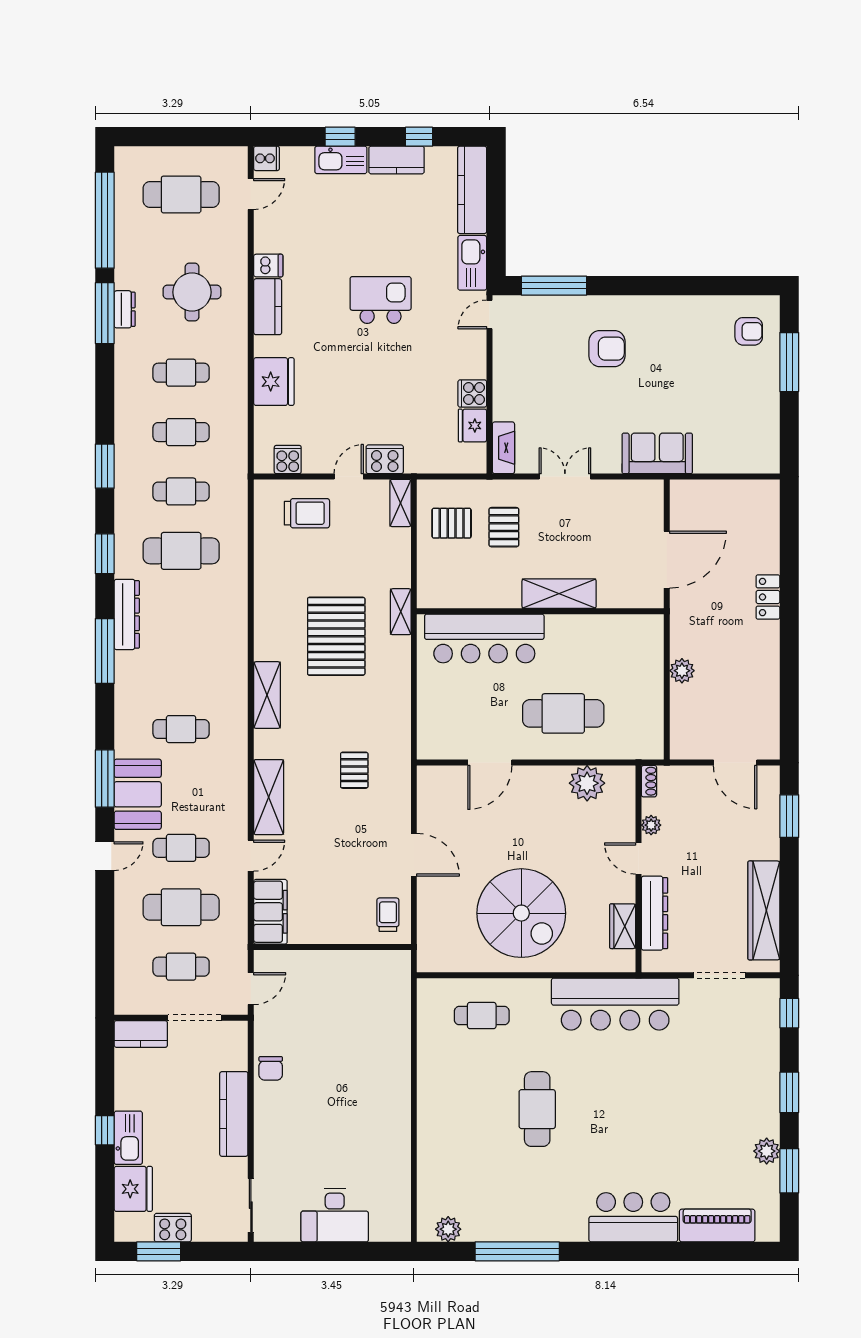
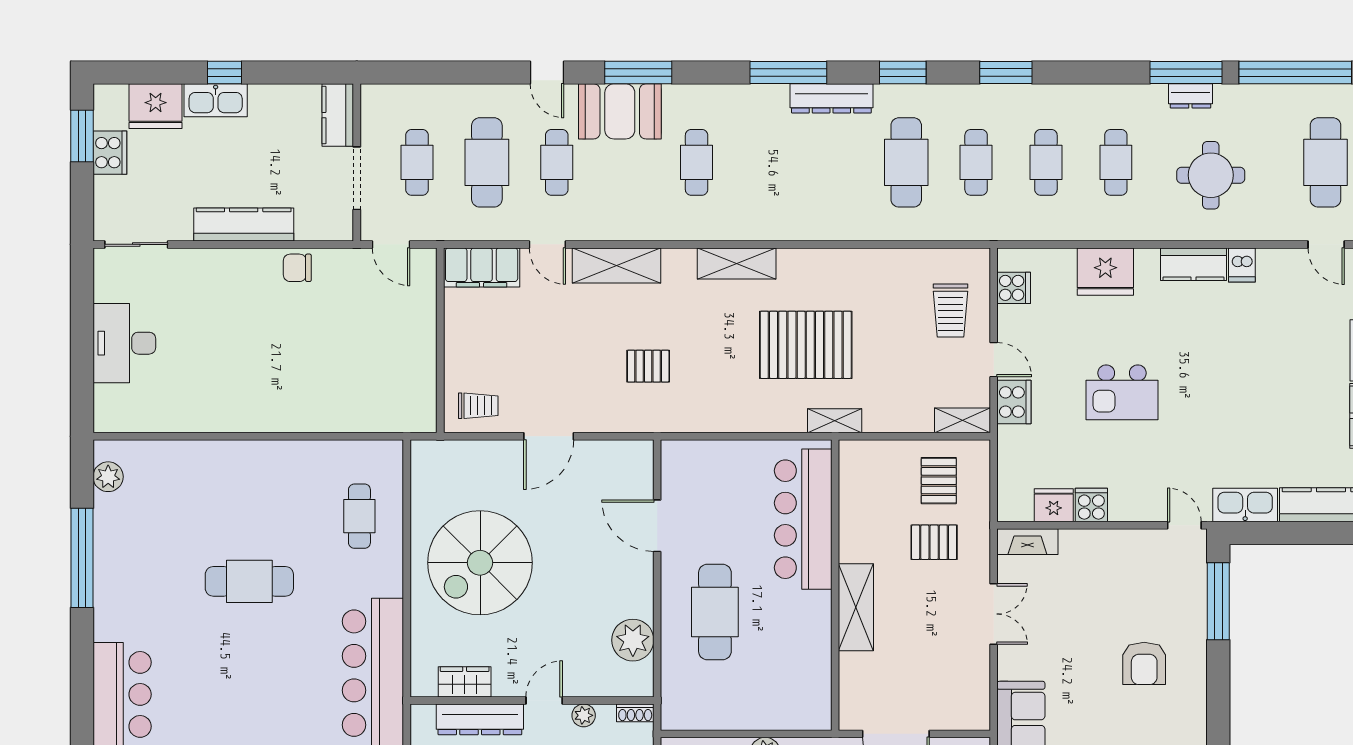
kitchen island: (381, 300) -> (1122, 392), moved, turned 90

